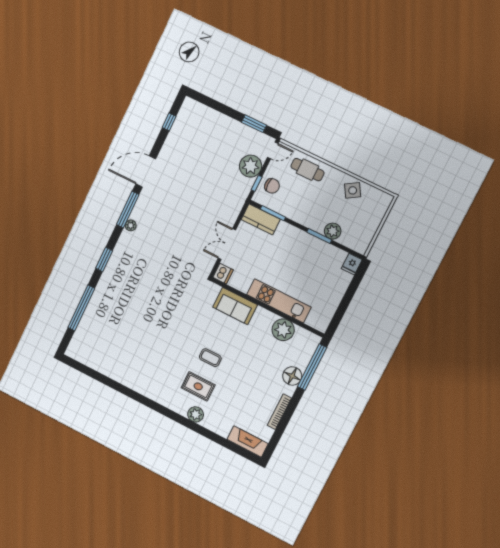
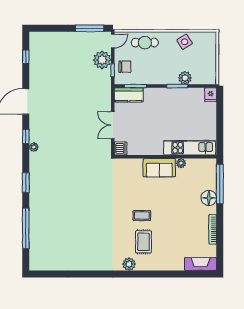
window: (254, 124) -> (90, 28), width x1.44
window: (128, 210) -> (26, 136), width x0.46
kitchen unit: (279, 301) -> (190, 148), moved
sofa: (235, 306) -> (159, 168), moved
plant: (283, 330) -> (181, 163), width x0.53, depth x0.53
rug: (198, 386) -> (143, 242), turned 90
plant: (196, 414) -> (129, 264), moved

